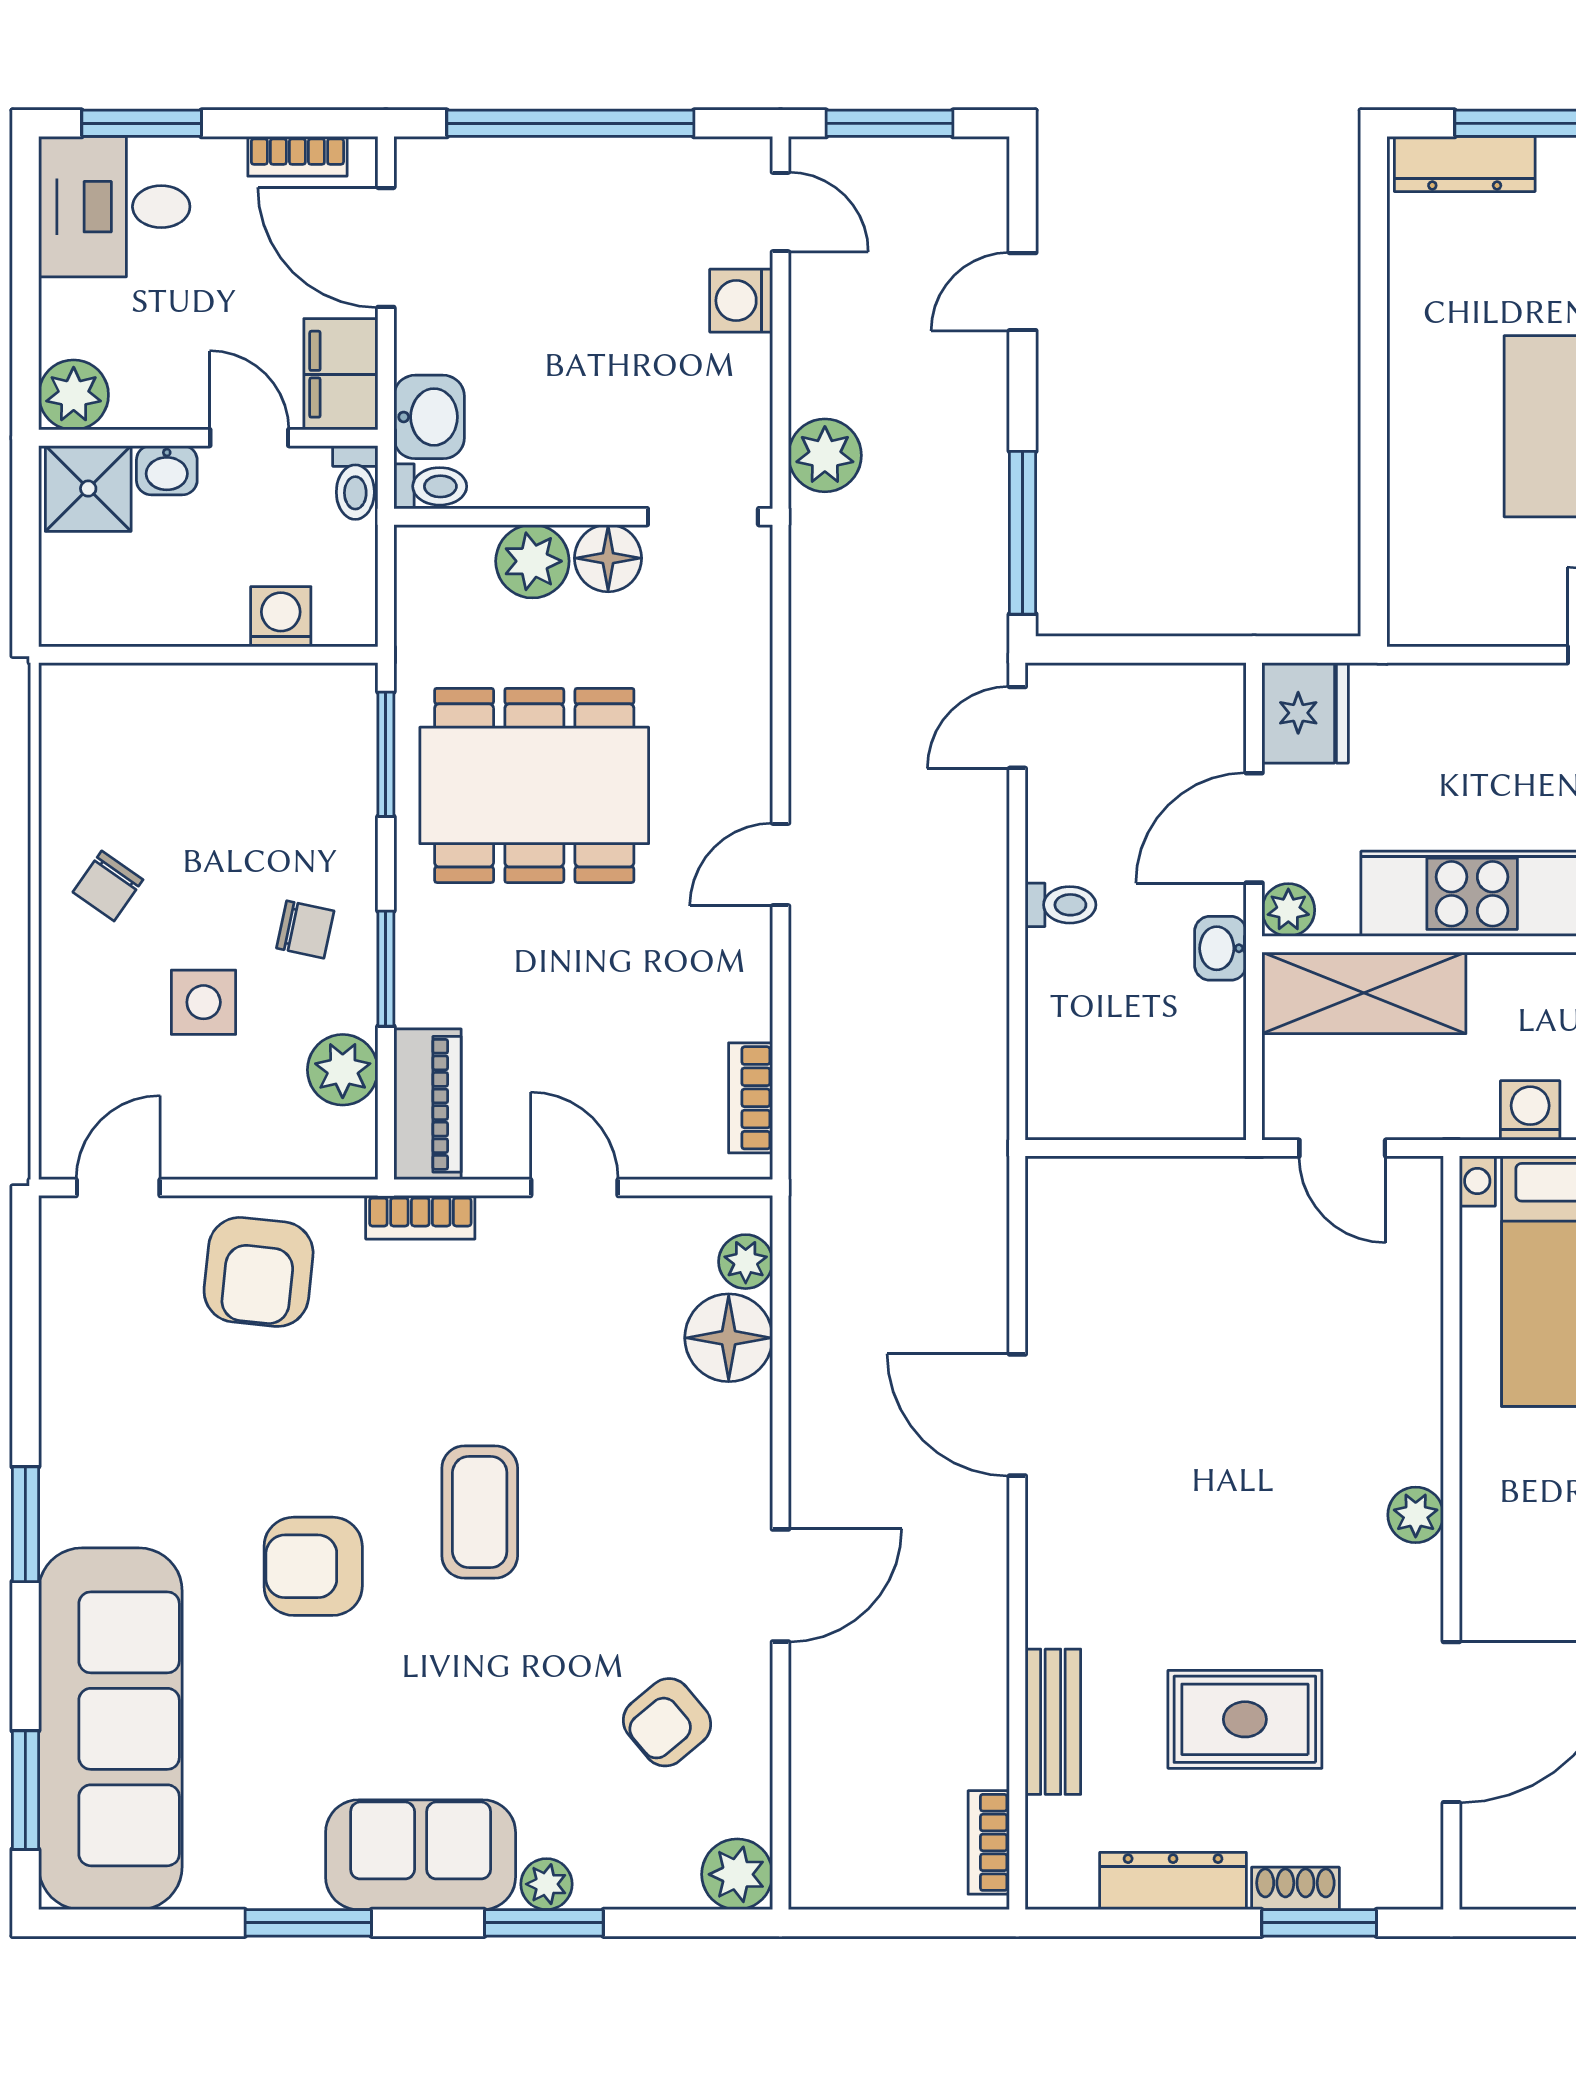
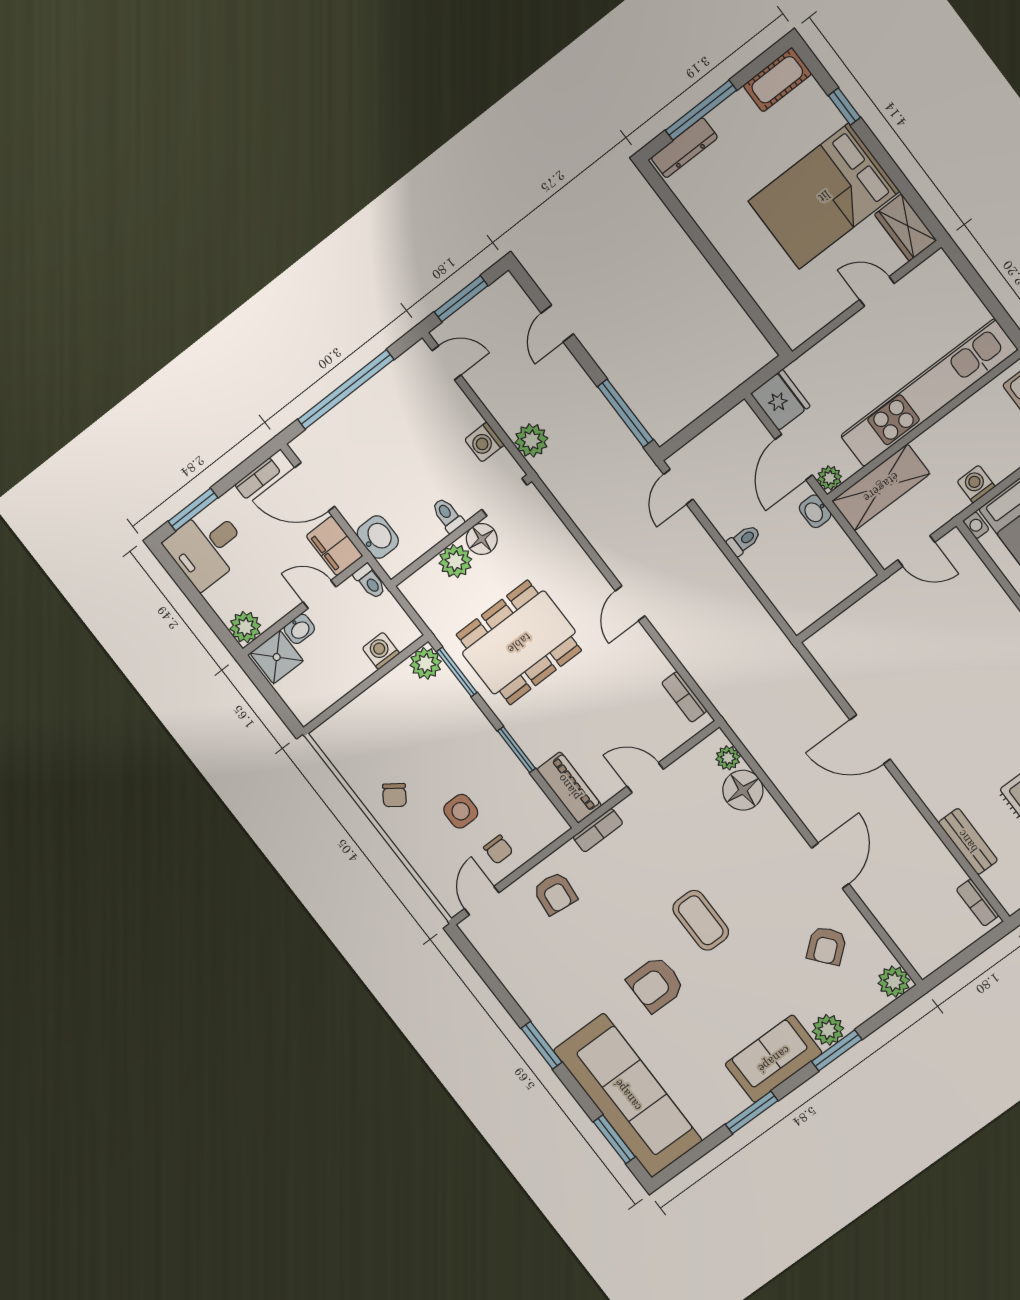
washing machine: (741, 301) -> (484, 442), moved
toilet: (430, 486) -> (448, 515), moved, turned -90
chair: (305, 929) -> (498, 850), moved, turned 78
plant: (343, 1070) -> (426, 663), moved
armchair: (259, 1272) -> (555, 893), width x0.72, depth x0.72
plant: (547, 1884) -> (828, 1030), width x1.38, depth x1.38

